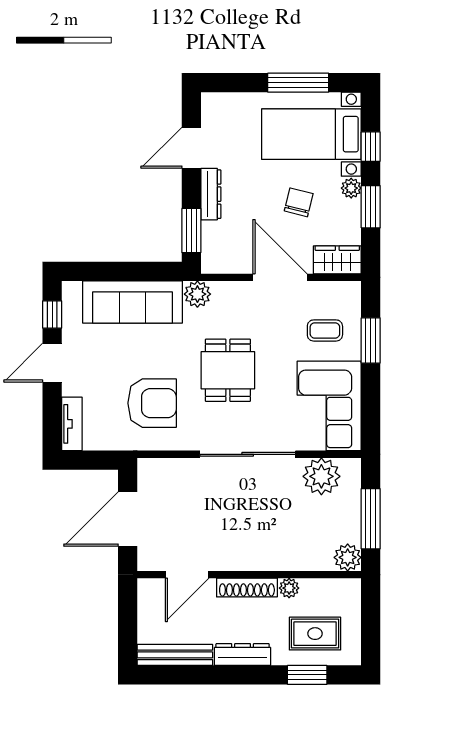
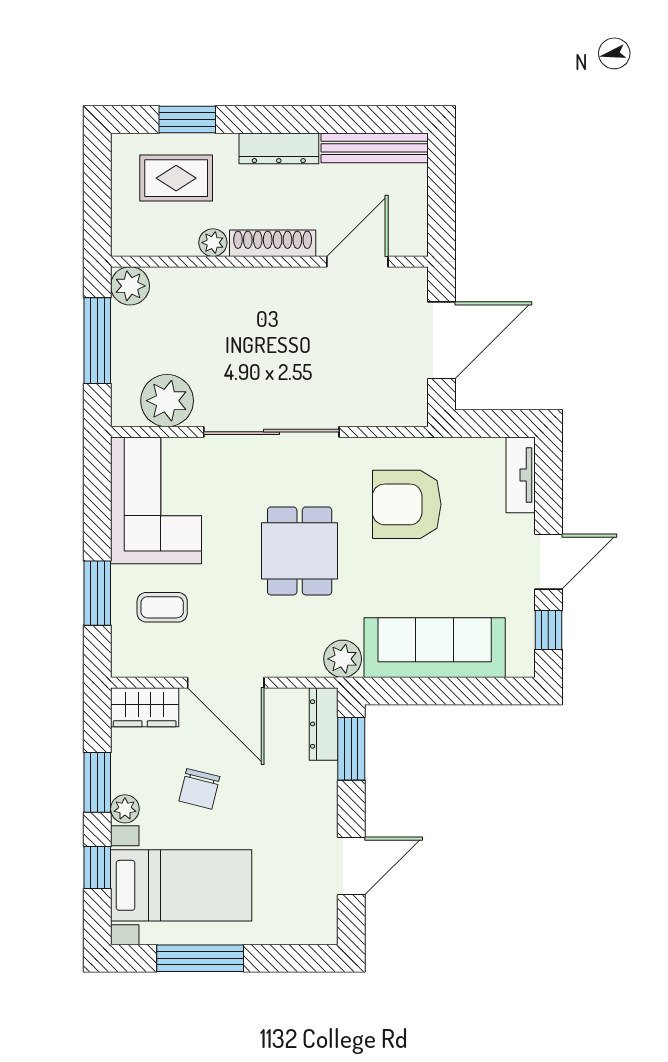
dresser: (211, 194) -> (324, 724), moved

